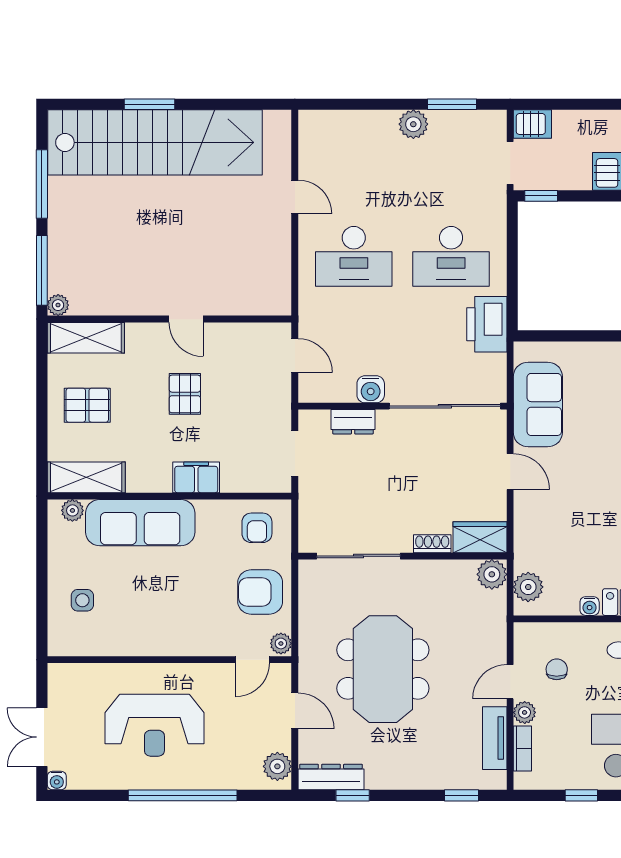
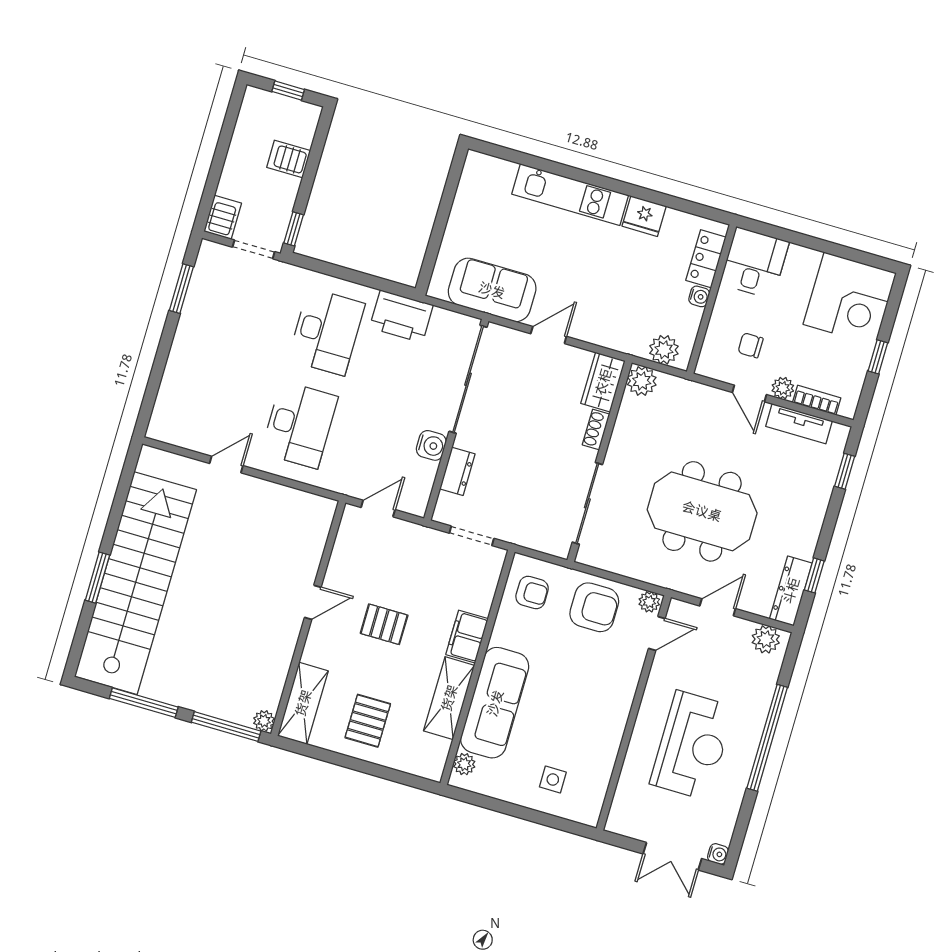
plant: (413, 124) -> (190, 331), removed
shelving: (86, 477) -> (449, 698), moved
armchair: (260, 592) -> (594, 607), turned -90
door: (252, 660) -> (657, 634), hinge flipped

